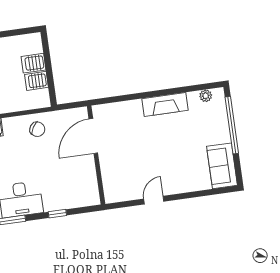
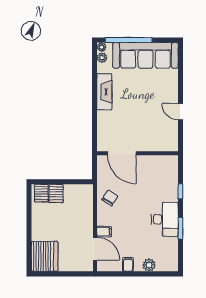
server rack: (36, 81) -> (41, 193), moved
plant: (219, 94) -> (102, 47), added
sofa: (222, 166) -> (145, 55), width x1.85, depth x1.27

